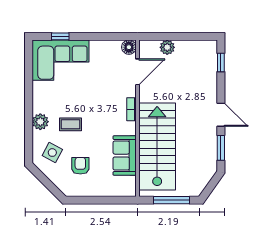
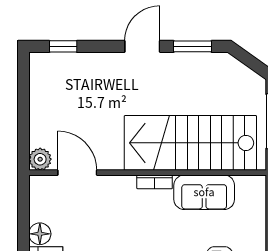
floor lamp: (129, 47) -> (40, 234), moved
plant: (167, 47) -> (40, 159), moved
bookcase: (131, 109) -> (155, 182), moved

